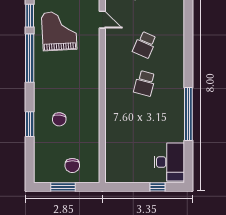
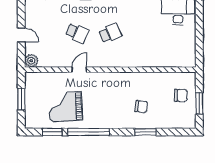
door: (102, 20) -> (79, 70), moved
school desk: (145, 83) -> (110, 33), turned -39
window: (158, 187) -> (199, 22), removed

